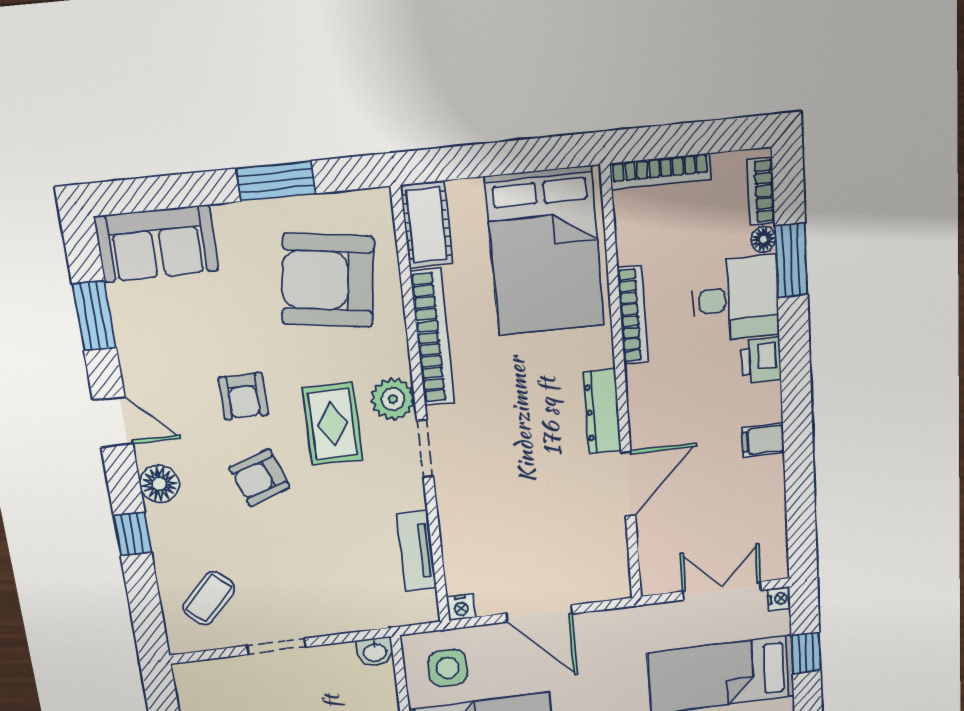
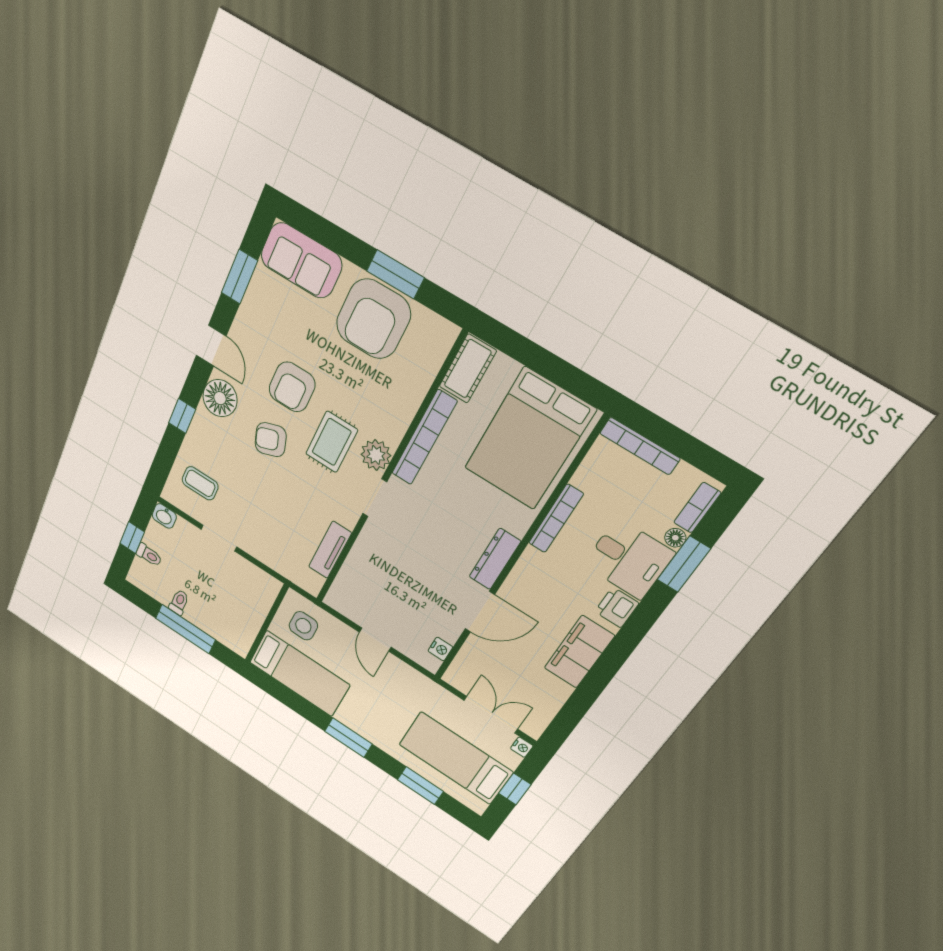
armchair: (328, 280) -> (373, 319), moved, turned -98
armchair: (243, 396) -> (292, 387), width x1.38, depth x1.38
filing cabinet: (763, 440) -> (579, 652), width x3.00, depth x1.17
floor lamp: (159, 484) -> (220, 398), width x1.38, depth x1.38
coffee table: (209, 598) -> (200, 483), turned 47
nightstand: (461, 607) -> (440, 649), moved, turned -90
door: (539, 614) -> (375, 640), width x0.73
washbasin: (375, 652) -> (164, 516), moved

